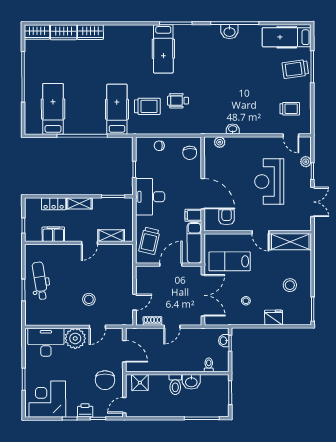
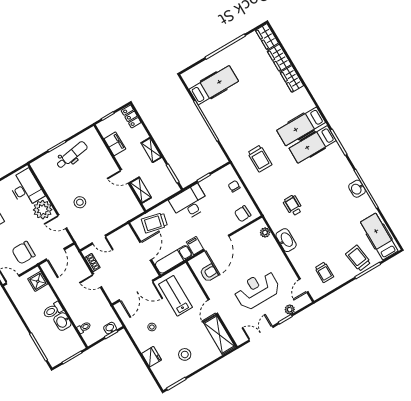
wheelchair: (178, 101) -> (293, 205), moved
hospital bed: (117, 109) -> (301, 126), moved, turned 180
washbasin: (233, 129) -> (286, 240), width x1.91, depth x1.45
double door: (312, 202) -> (261, 334), swing flipped
locker: (54, 204) -> (131, 116), moved
door: (171, 265) -> (146, 251), hinge flipped

